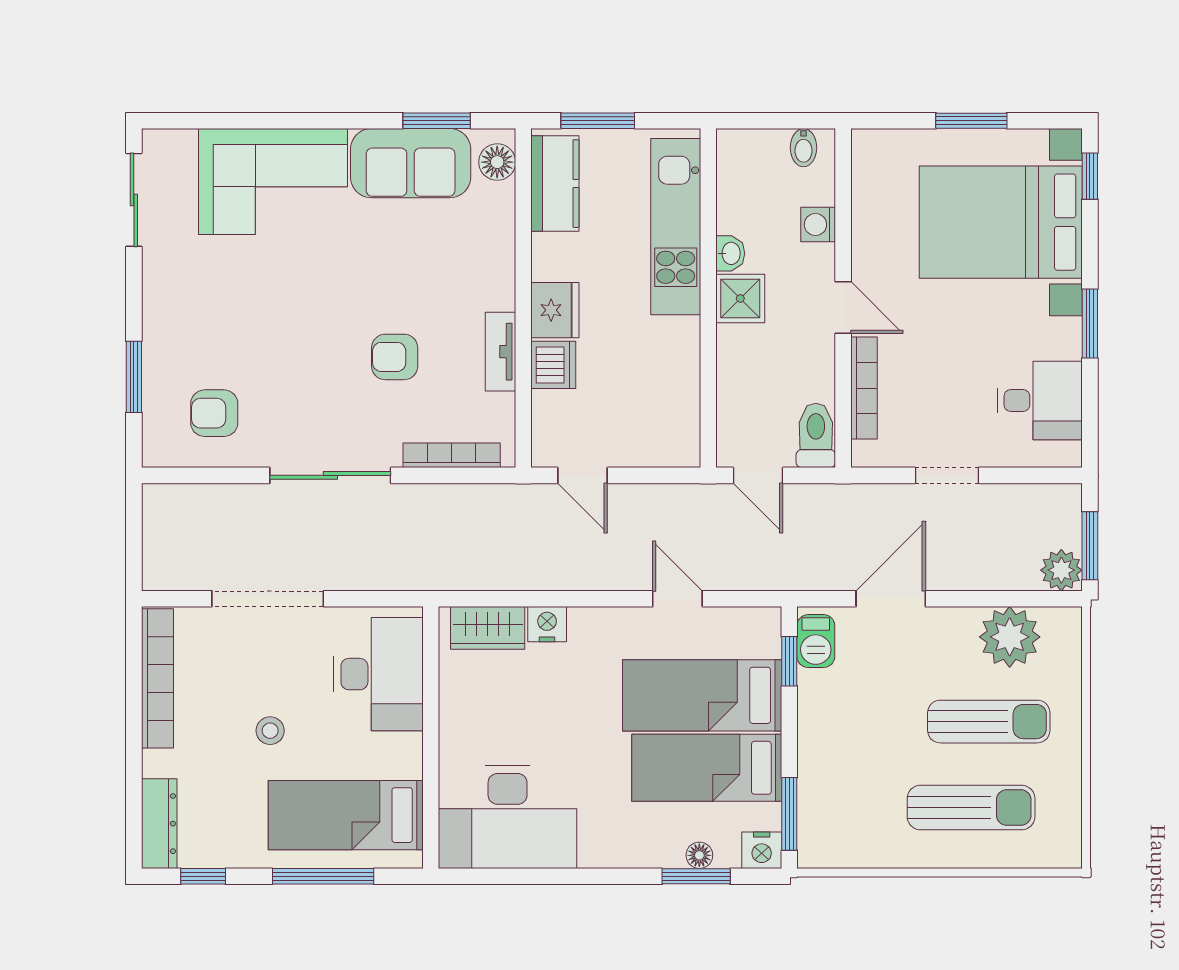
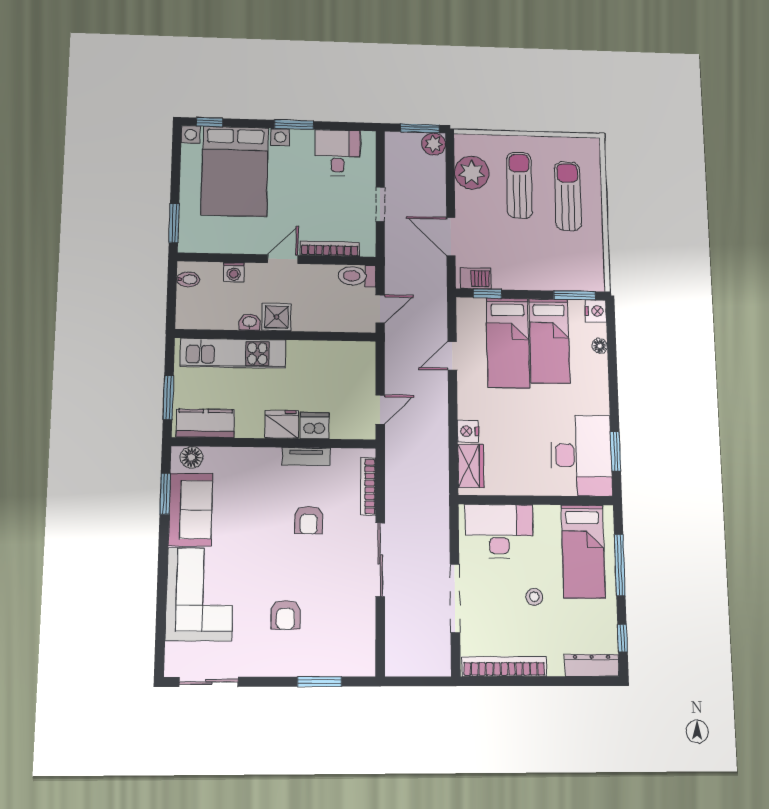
window: (971, 121) -> (174, 223), moved
armchair: (214, 413) -> (286, 615), moved
window: (696, 876) -> (616, 451), moved

